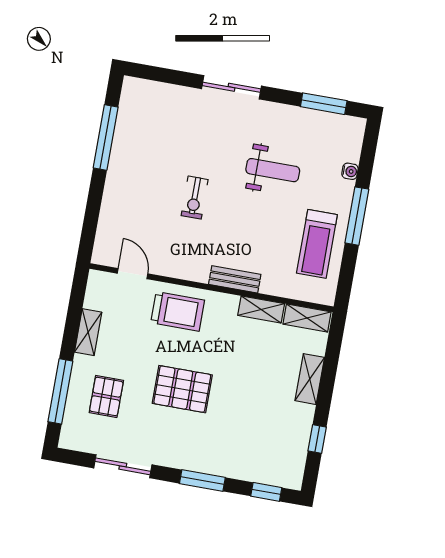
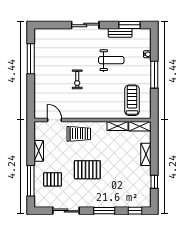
treadmill: (317, 244) -> (132, 100), moved, turned 180
bench: (235, 279) -> (120, 33), moved
pallet: (106, 396) -> (53, 179), turned 90

